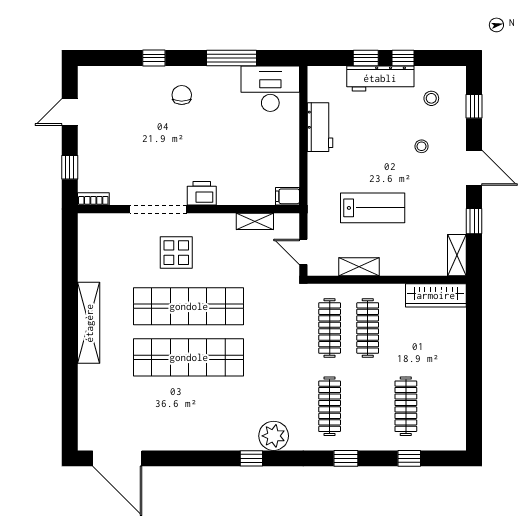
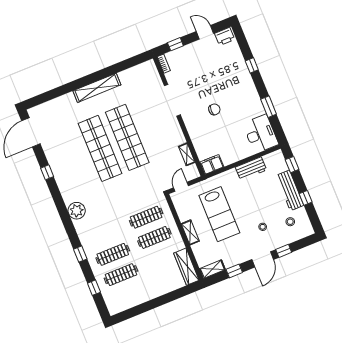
window: (232, 58) -> (269, 107), width x0.69
window: (366, 58) -> (292, 165), moved
chair: (182, 95) -> (214, 109), moved
window: (474, 106) -> (284, 251), moved
printer: (202, 193) -> (225, 36), moved, turned 90
filing cabinet: (288, 196) -> (212, 164), width x2.00
lab bench: (373, 208) -> (219, 214), width x1.36, depth x1.39
display table: (176, 253) -> (153, 119), removed
shelving: (359, 267) -> (190, 232), moved
clothes rail: (330, 406) -> (113, 254), moved
window: (251, 458) -> (47, 172), moved

